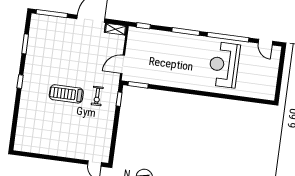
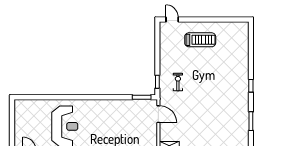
door: (123, 64) -> (158, 114), hinge flipped
treadmill: (66, 94) -> (200, 40), moved

